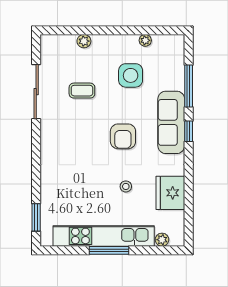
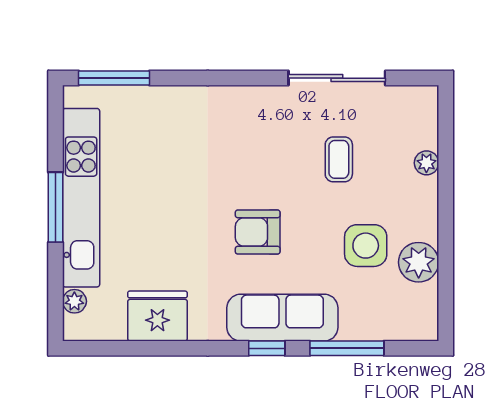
plant: (145, 40) -> (419, 262), width x1.88, depth x1.88
stool: (126, 186) -> (169, 237), removed
window: (36, 217) -> (114, 78), width x1.44

